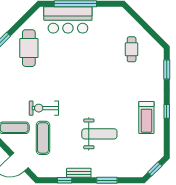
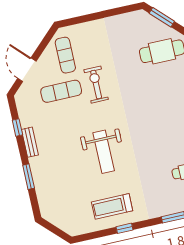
weight bench: (99, 134) -> (104, 152), moved
window: (155, 169) -> (54, 230), removed

